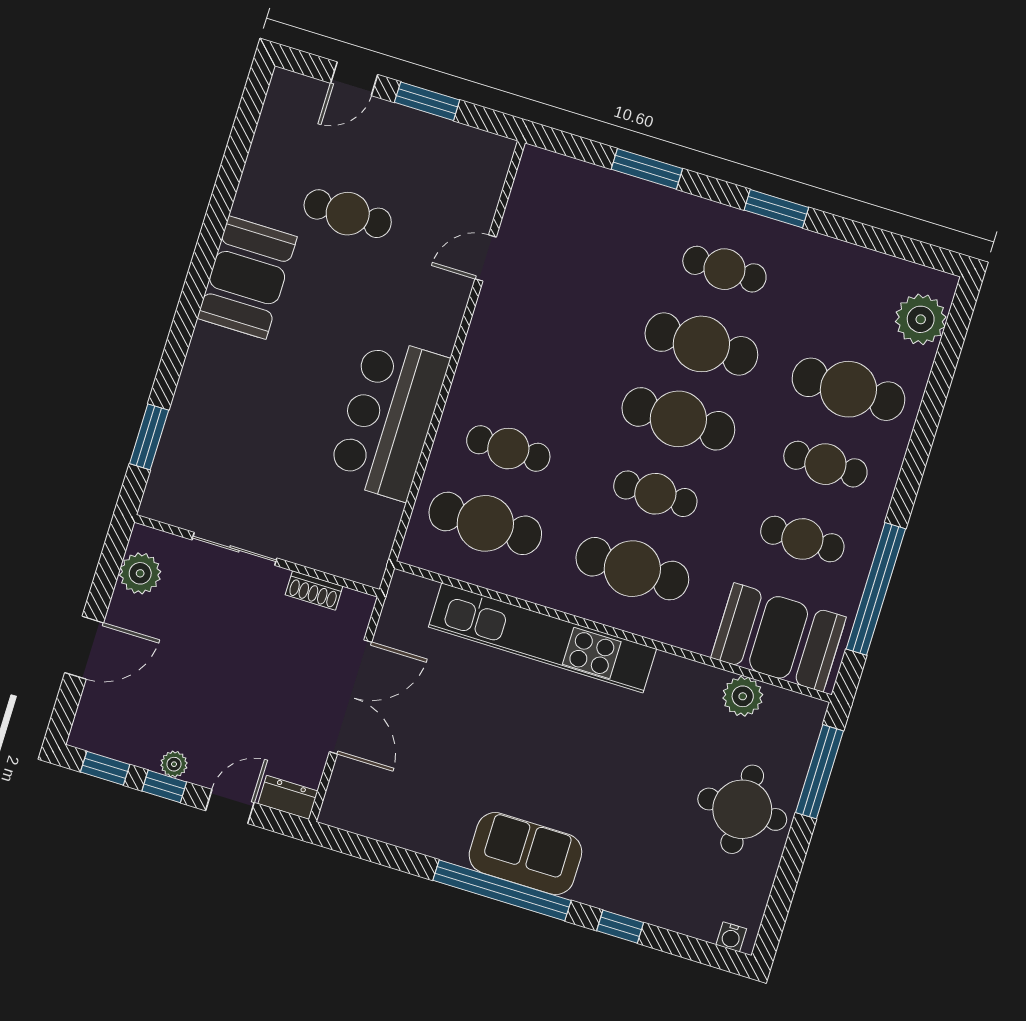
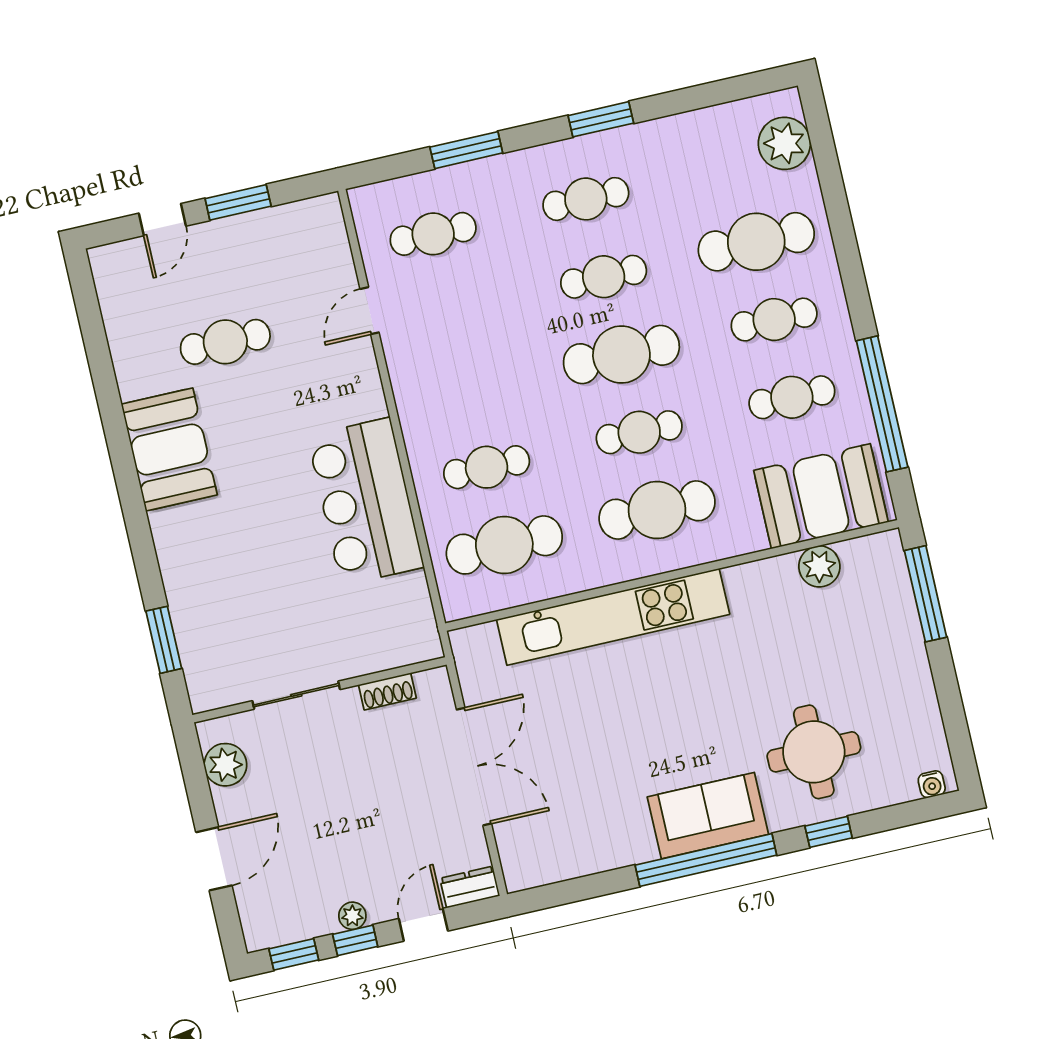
cafe table: (577, 224) -> (433, 234), added
cafe table: (701, 344) -> (604, 277), width x0.73, depth x0.74
round table: (742, 809) -> (814, 752), moved

